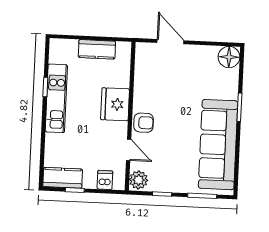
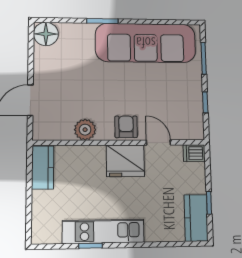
kitchen counter: (97, 49) -> (43, 168), moved
fridge: (115, 104) -> (125, 161), moved
door: (129, 150) -> (158, 143), hinge flipped
dishwasher: (105, 180) -> (194, 153), moved
plant: (139, 180) -> (85, 130), moved

